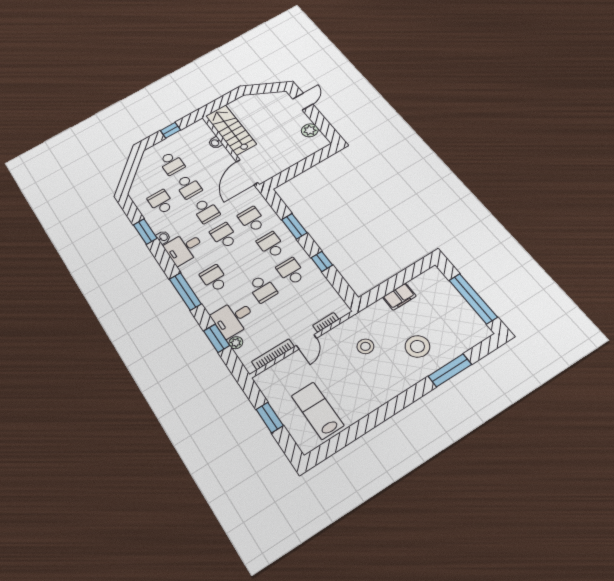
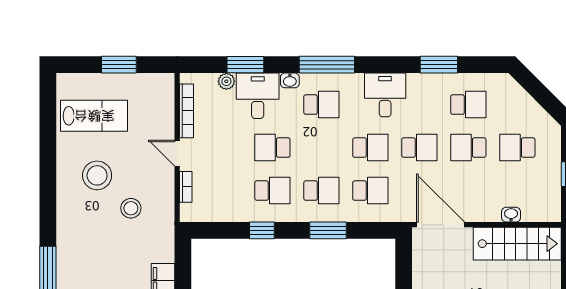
school desk: (206, 211) -> (419, 148), turned 180
washbasin: (163, 237) -> (290, 80), moved
stool: (417, 346) -> (97, 175), moved

